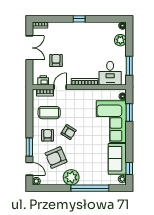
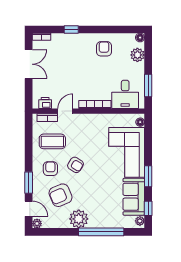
window: (79, 19) -> (71, 29), moved
armchair: (56, 61) -> (104, 49), moved
window: (129, 112) -> (148, 176), moved

